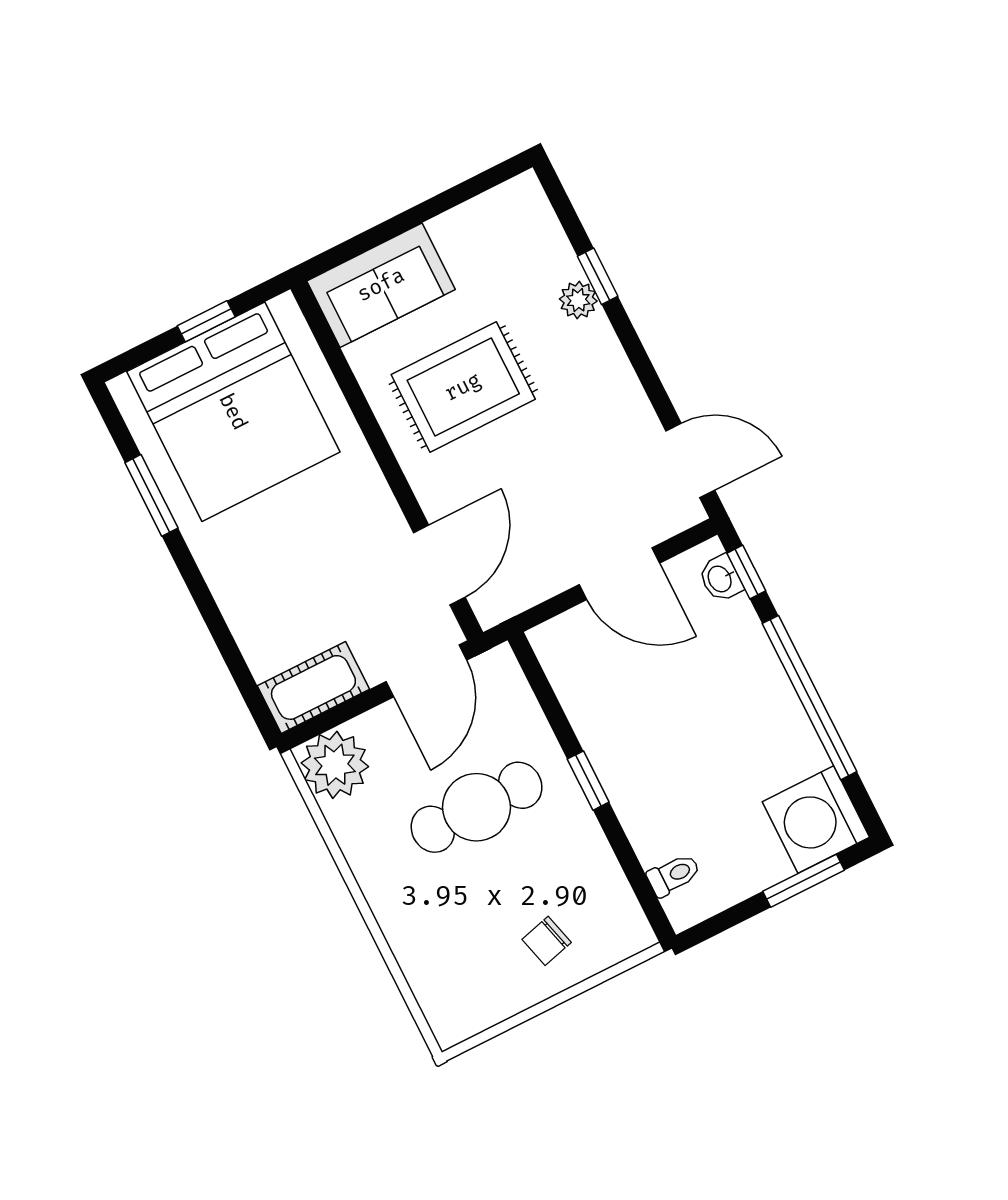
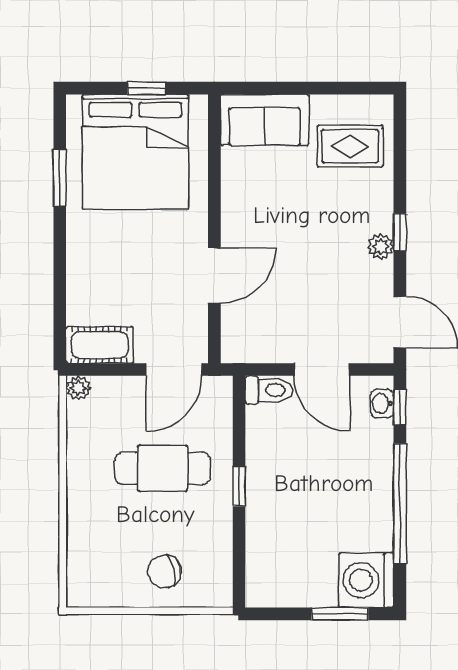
window: (598, 276) -> (400, 232), moved
plant: (578, 300) -> (381, 247), moved
rug: (463, 387) -> (350, 146), moved, width x0.73, depth x0.70
door: (439, 565) -> (214, 275), moved
plant: (335, 765) -> (78, 388), width x0.53, depth x0.53
toilet: (674, 875) -> (269, 390), moved, width x1.37, depth x1.39
chair: (547, 941) -> (164, 572), width x1.37, depth x1.37

